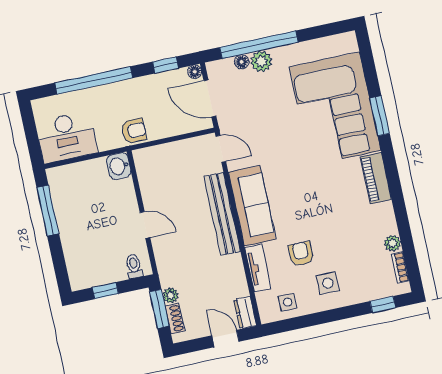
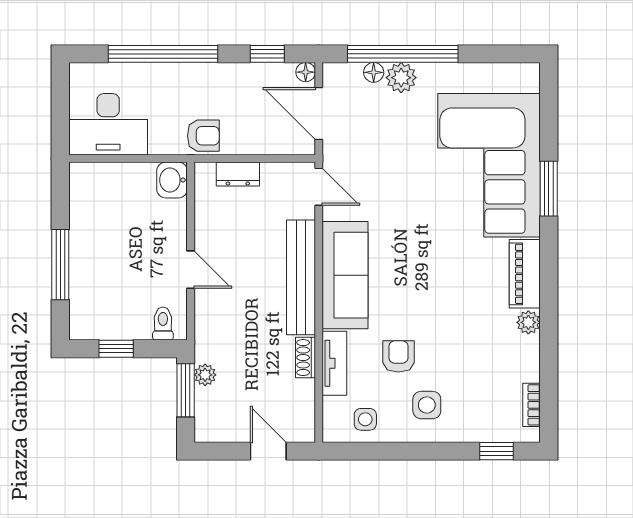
window: (48, 211) -> (60, 265), moved
plant: (392, 243) -> (528, 322), moved
dresser: (245, 313) -> (238, 174), moved, turned -90
shoe rack: (175, 319) -> (305, 358), moved, turned 180

